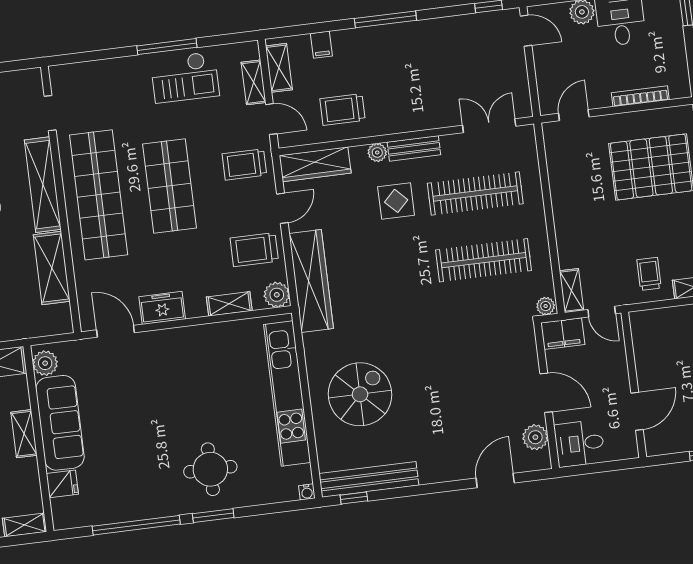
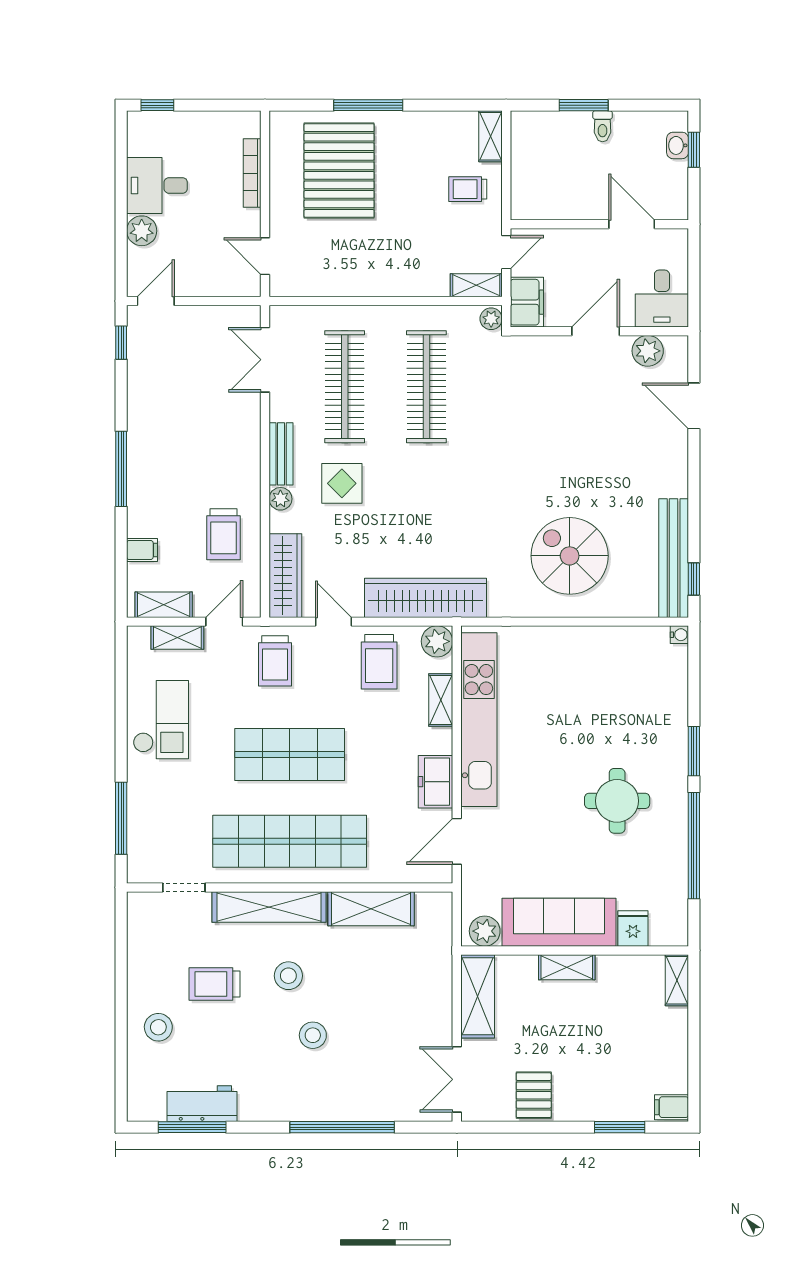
window: (167, 47) -> (121, 818), moved
kitchen unit: (287, 393) -> (479, 720), moved, turned -90
round table: (210, 469) -> (617, 801), moved

